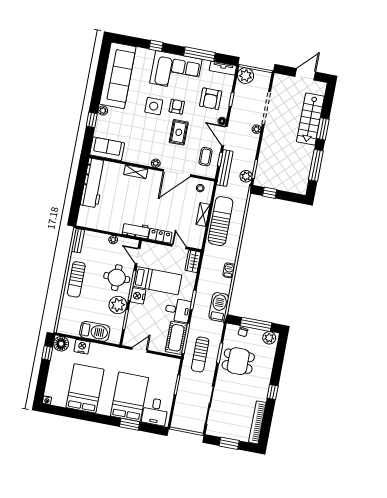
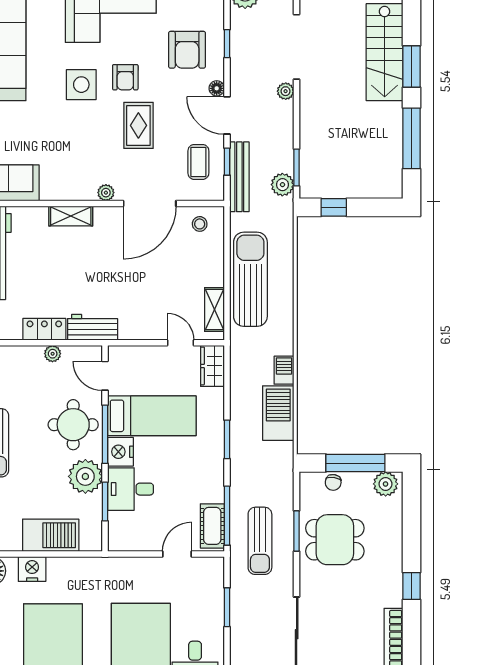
armchair: (177, 107) -> (125, 77), turned 180
shelving: (203, 214) -> (214, 309), moved
locker: (160, 236) -> (44, 329), moved
barbecue: (219, 307) -> (278, 413), moved
desk: (178, 310) -> (131, 489), moved, turned 180
cot: (176, 338) -> (212, 526), width x0.73, depth x0.75
door: (140, 350) -> (177, 554), moved

